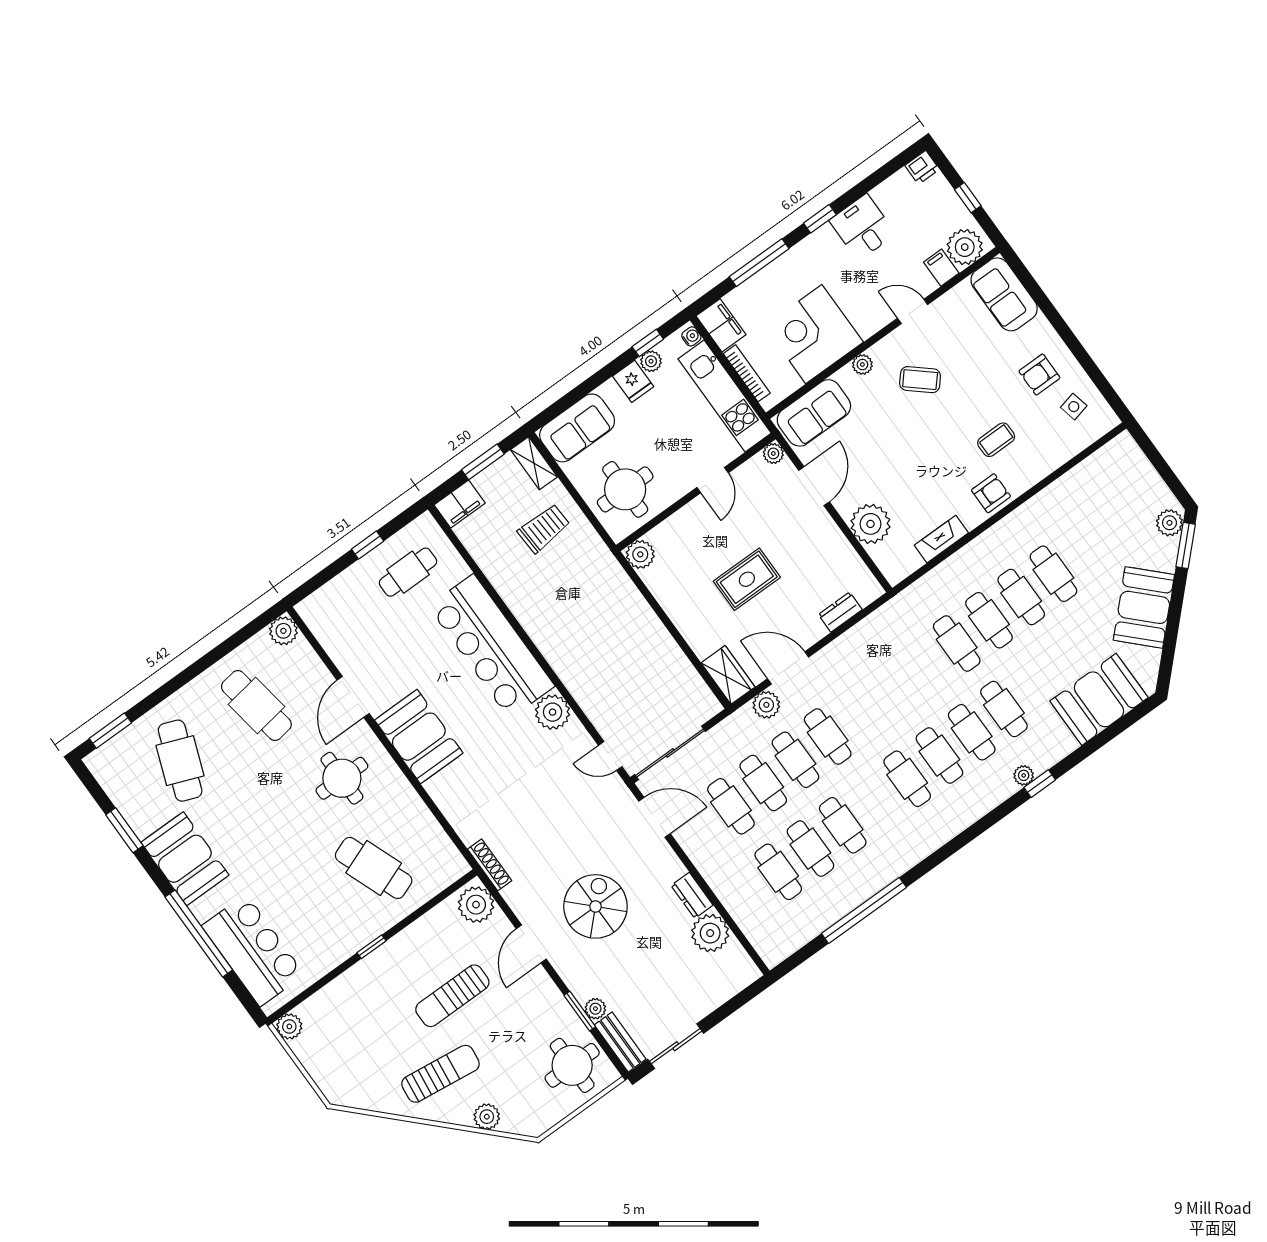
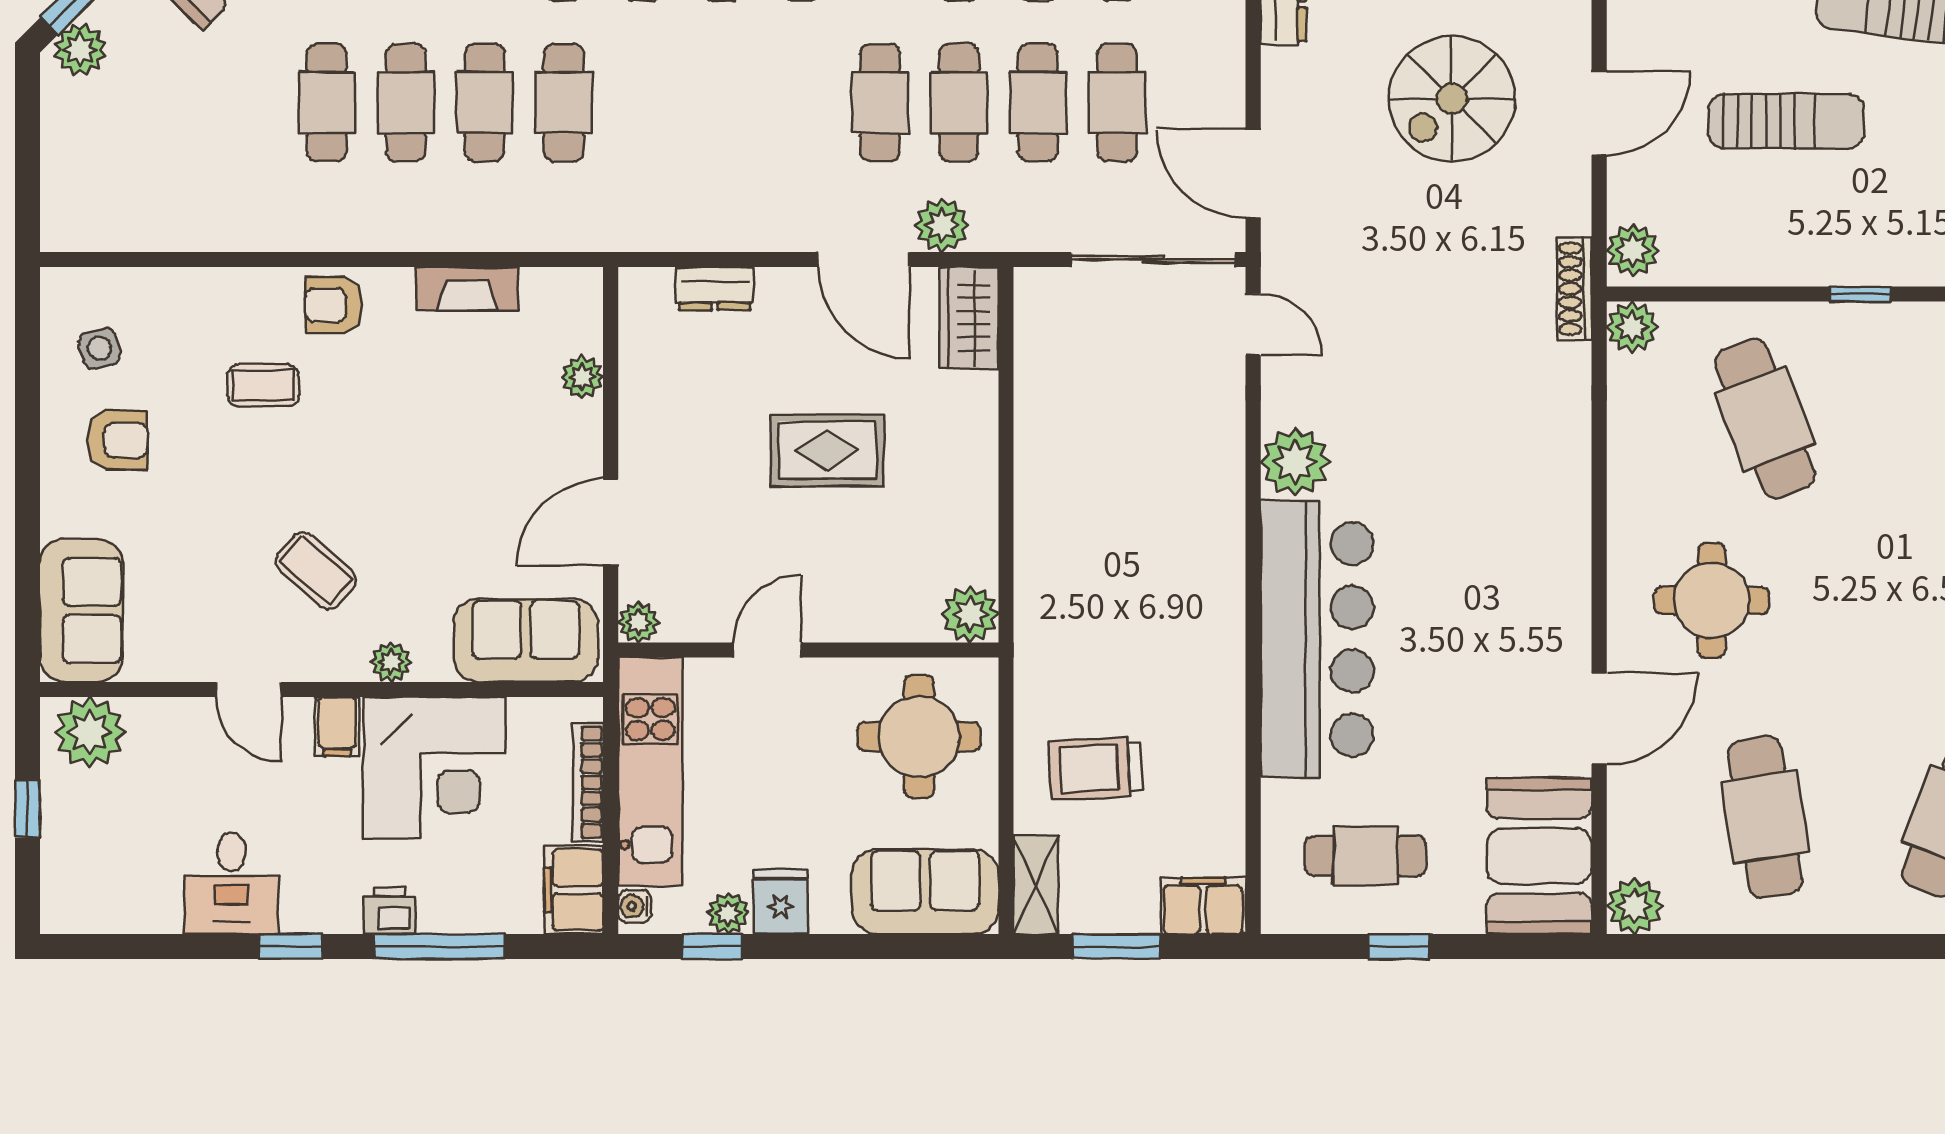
printer: (922, 167) -> (389, 910), moved
filing cabinet: (941, 268) -> (337, 727), moved
plant: (870, 524) -> (582, 377), width x0.53, depth x0.53
booth: (419, 737) -> (1539, 856), moved
plant: (455, 866) -> (1632, 327), added
plant: (476, 905) -> (1633, 250), width x0.73, depth x0.73

